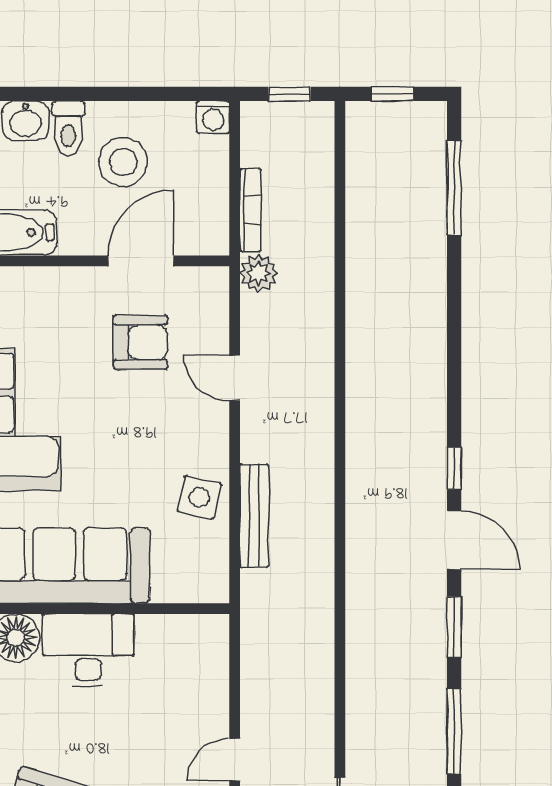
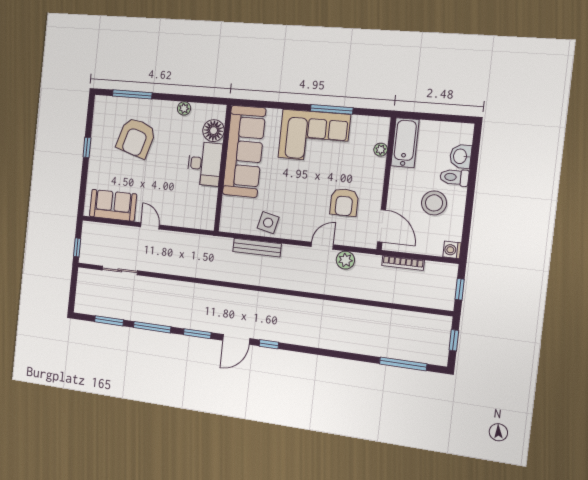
door: (141, 261) -> (382, 226), moved
plant: (259, 273) -> (345, 260), moved
plant: (26, 280) -> (381, 150), added

